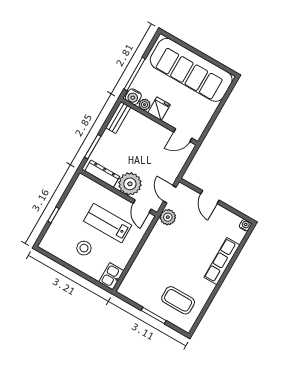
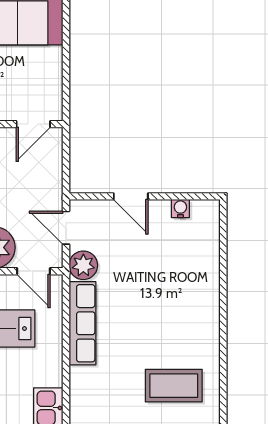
water cooler: (245, 225) -> (180, 209), moved
row of seats: (222, 261) -> (82, 323), moved, turned 180

